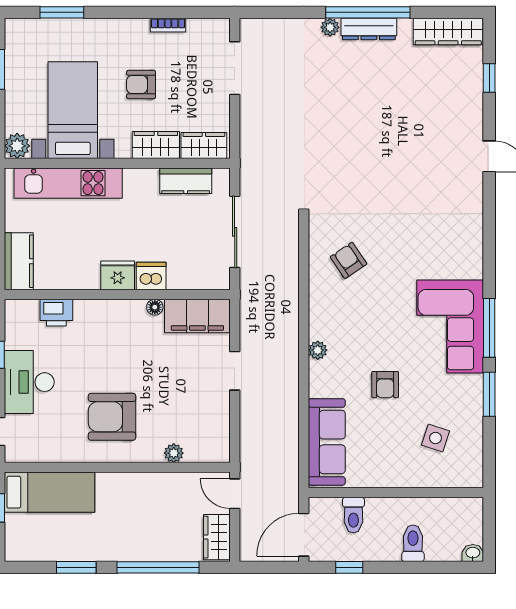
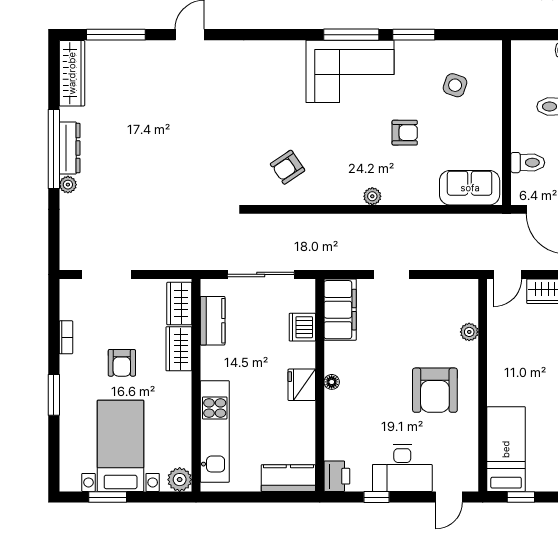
window: (62, 12) -> (54, 395), moved
window: (489, 78) -> (116, 35), width x2.17
bed with nightstands: (73, 110) -> (121, 446), moved, turned 90
dishwasher: (151, 276) -> (302, 327), moved
floor lamp: (155, 307) -> (332, 382), moved
printer: (56, 313) -> (337, 476), moved
sofa: (327, 442) -> (470, 188), width x0.73

